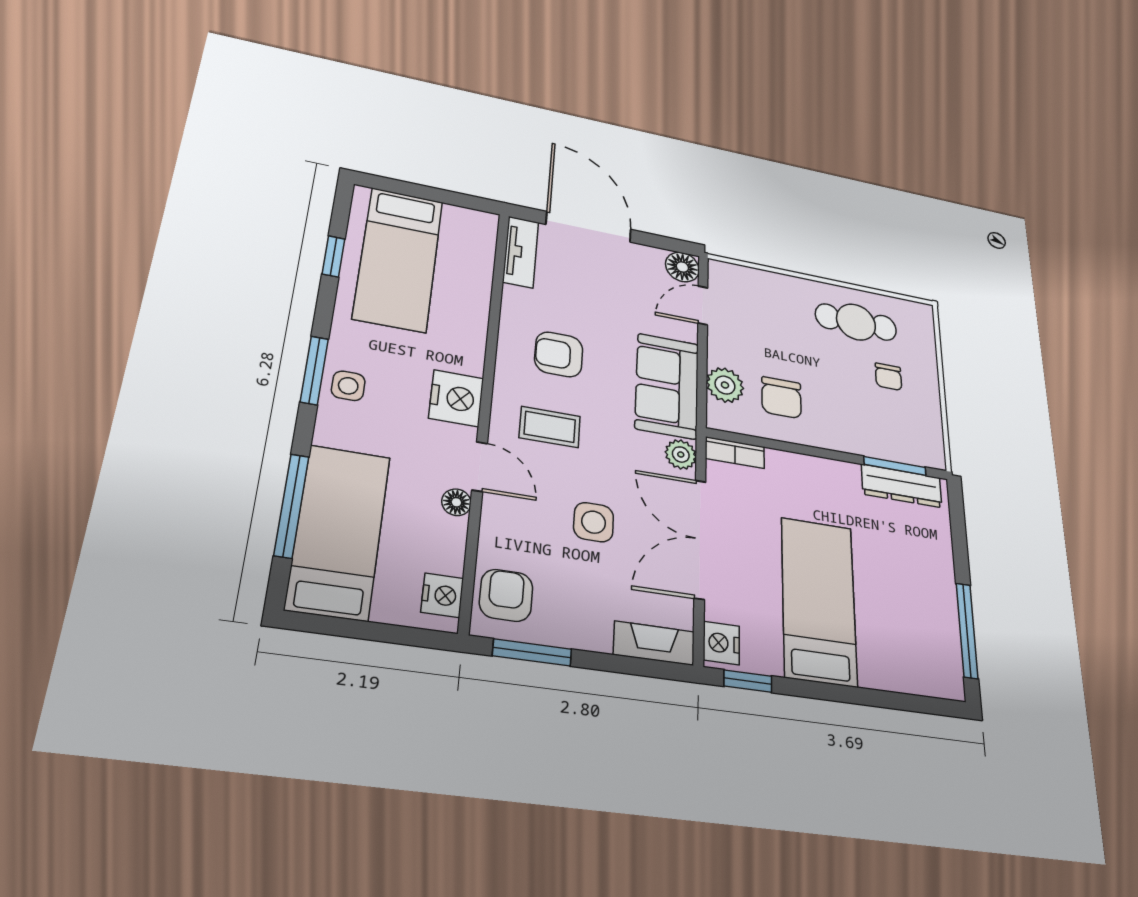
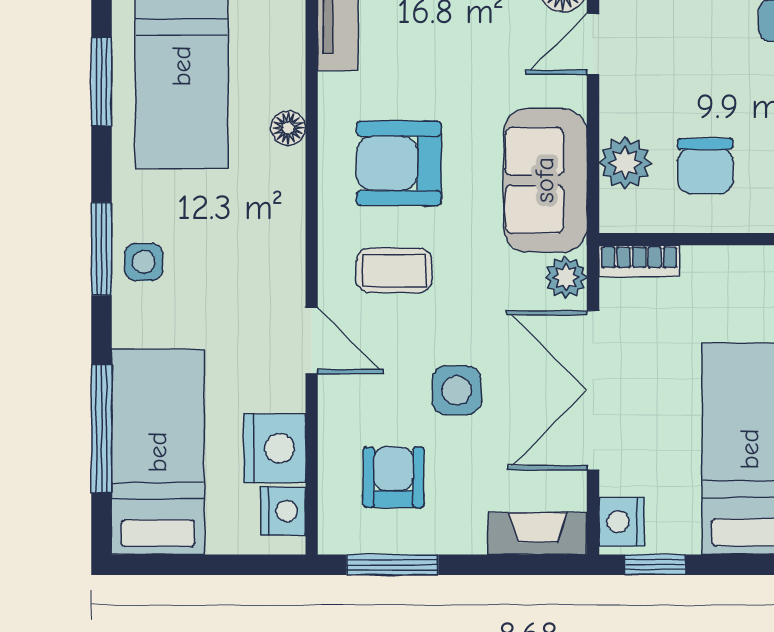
window: (333, 256) -> (101, 82), width x1.50
armchair: (559, 354) -> (399, 163), width x1.38, depth x1.38
nightstand: (456, 398) -> (275, 448), moved
floor lamp: (456, 502) -> (288, 128), moved
armchair: (506, 595) -> (393, 477), moved

